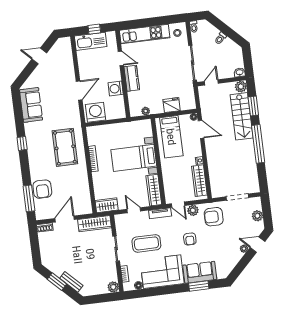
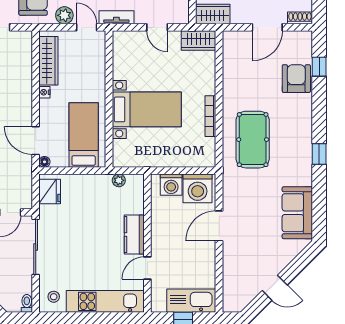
door: (121, 58) -> (147, 268), hinge flipped
washing machine: (116, 89) -> (171, 185), moved, turned 90
fridge: (172, 105) -> (50, 192), moved, turned -90
wardrobe: (154, 190) -> (122, 55), removed
window: (29, 198) -> (319, 67), width x0.46
wardrobe: (95, 224) -> (213, 14), width x0.67

